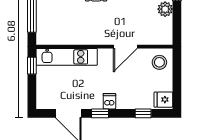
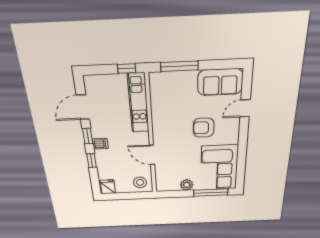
window: (143, 113) -> (92, 161), moved

